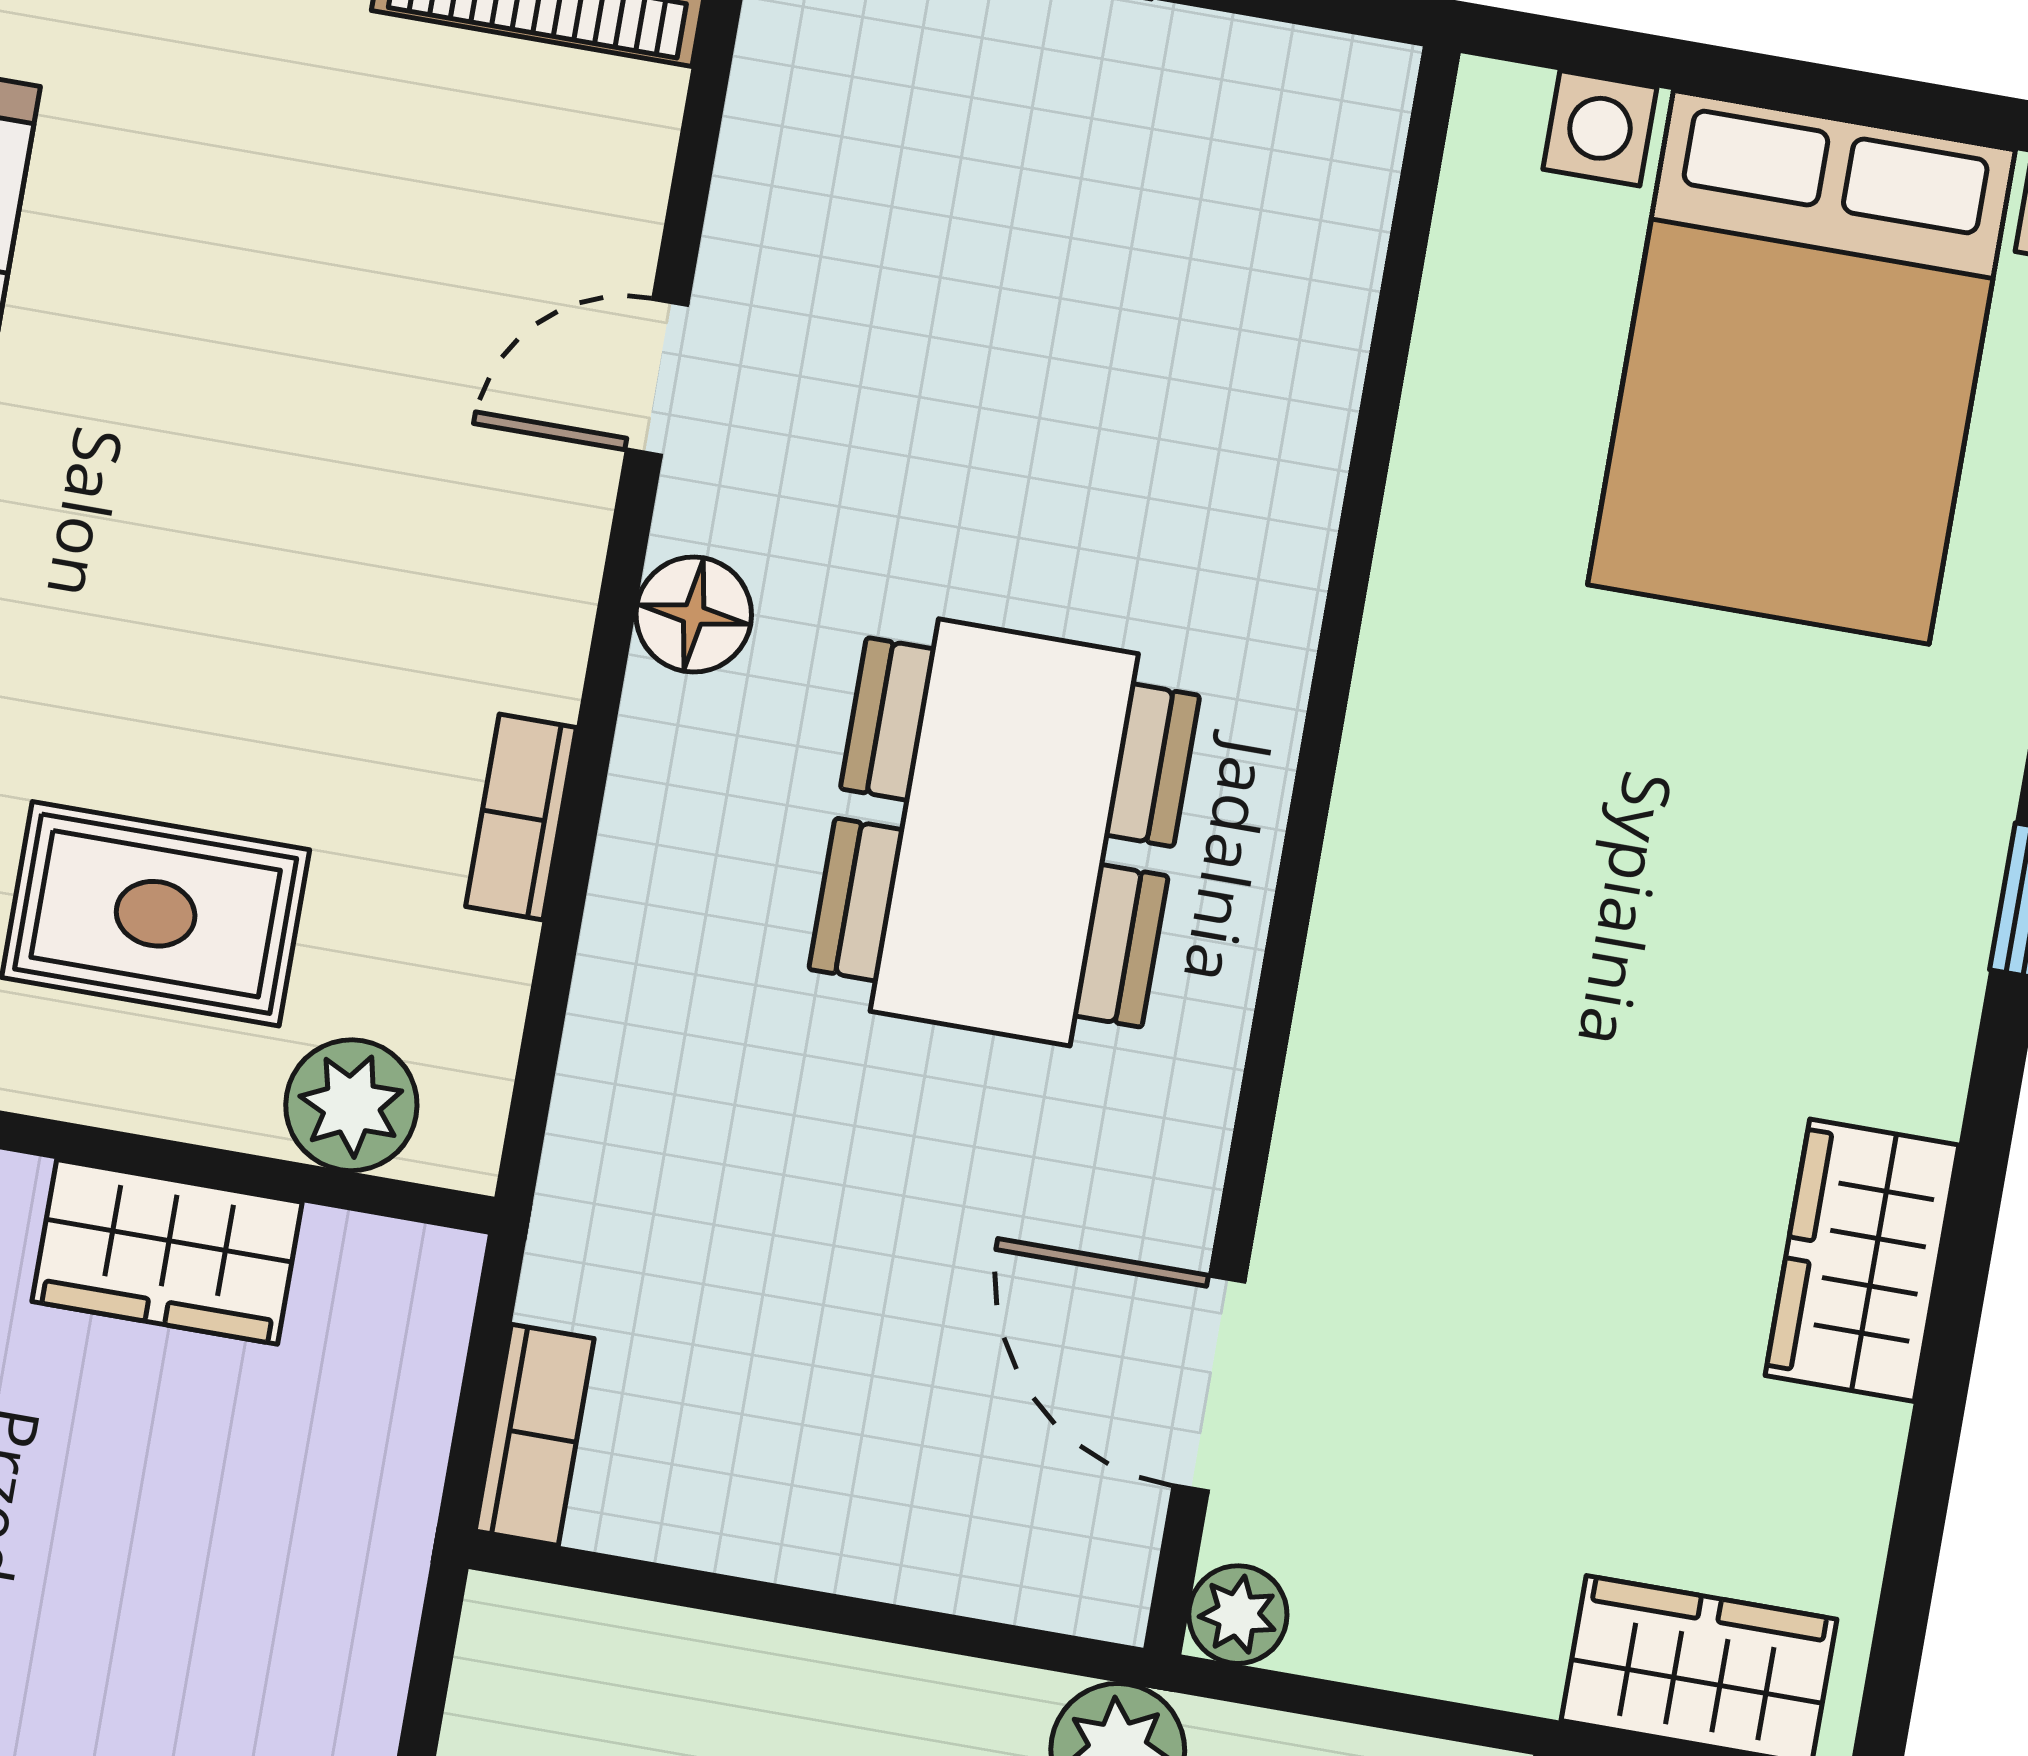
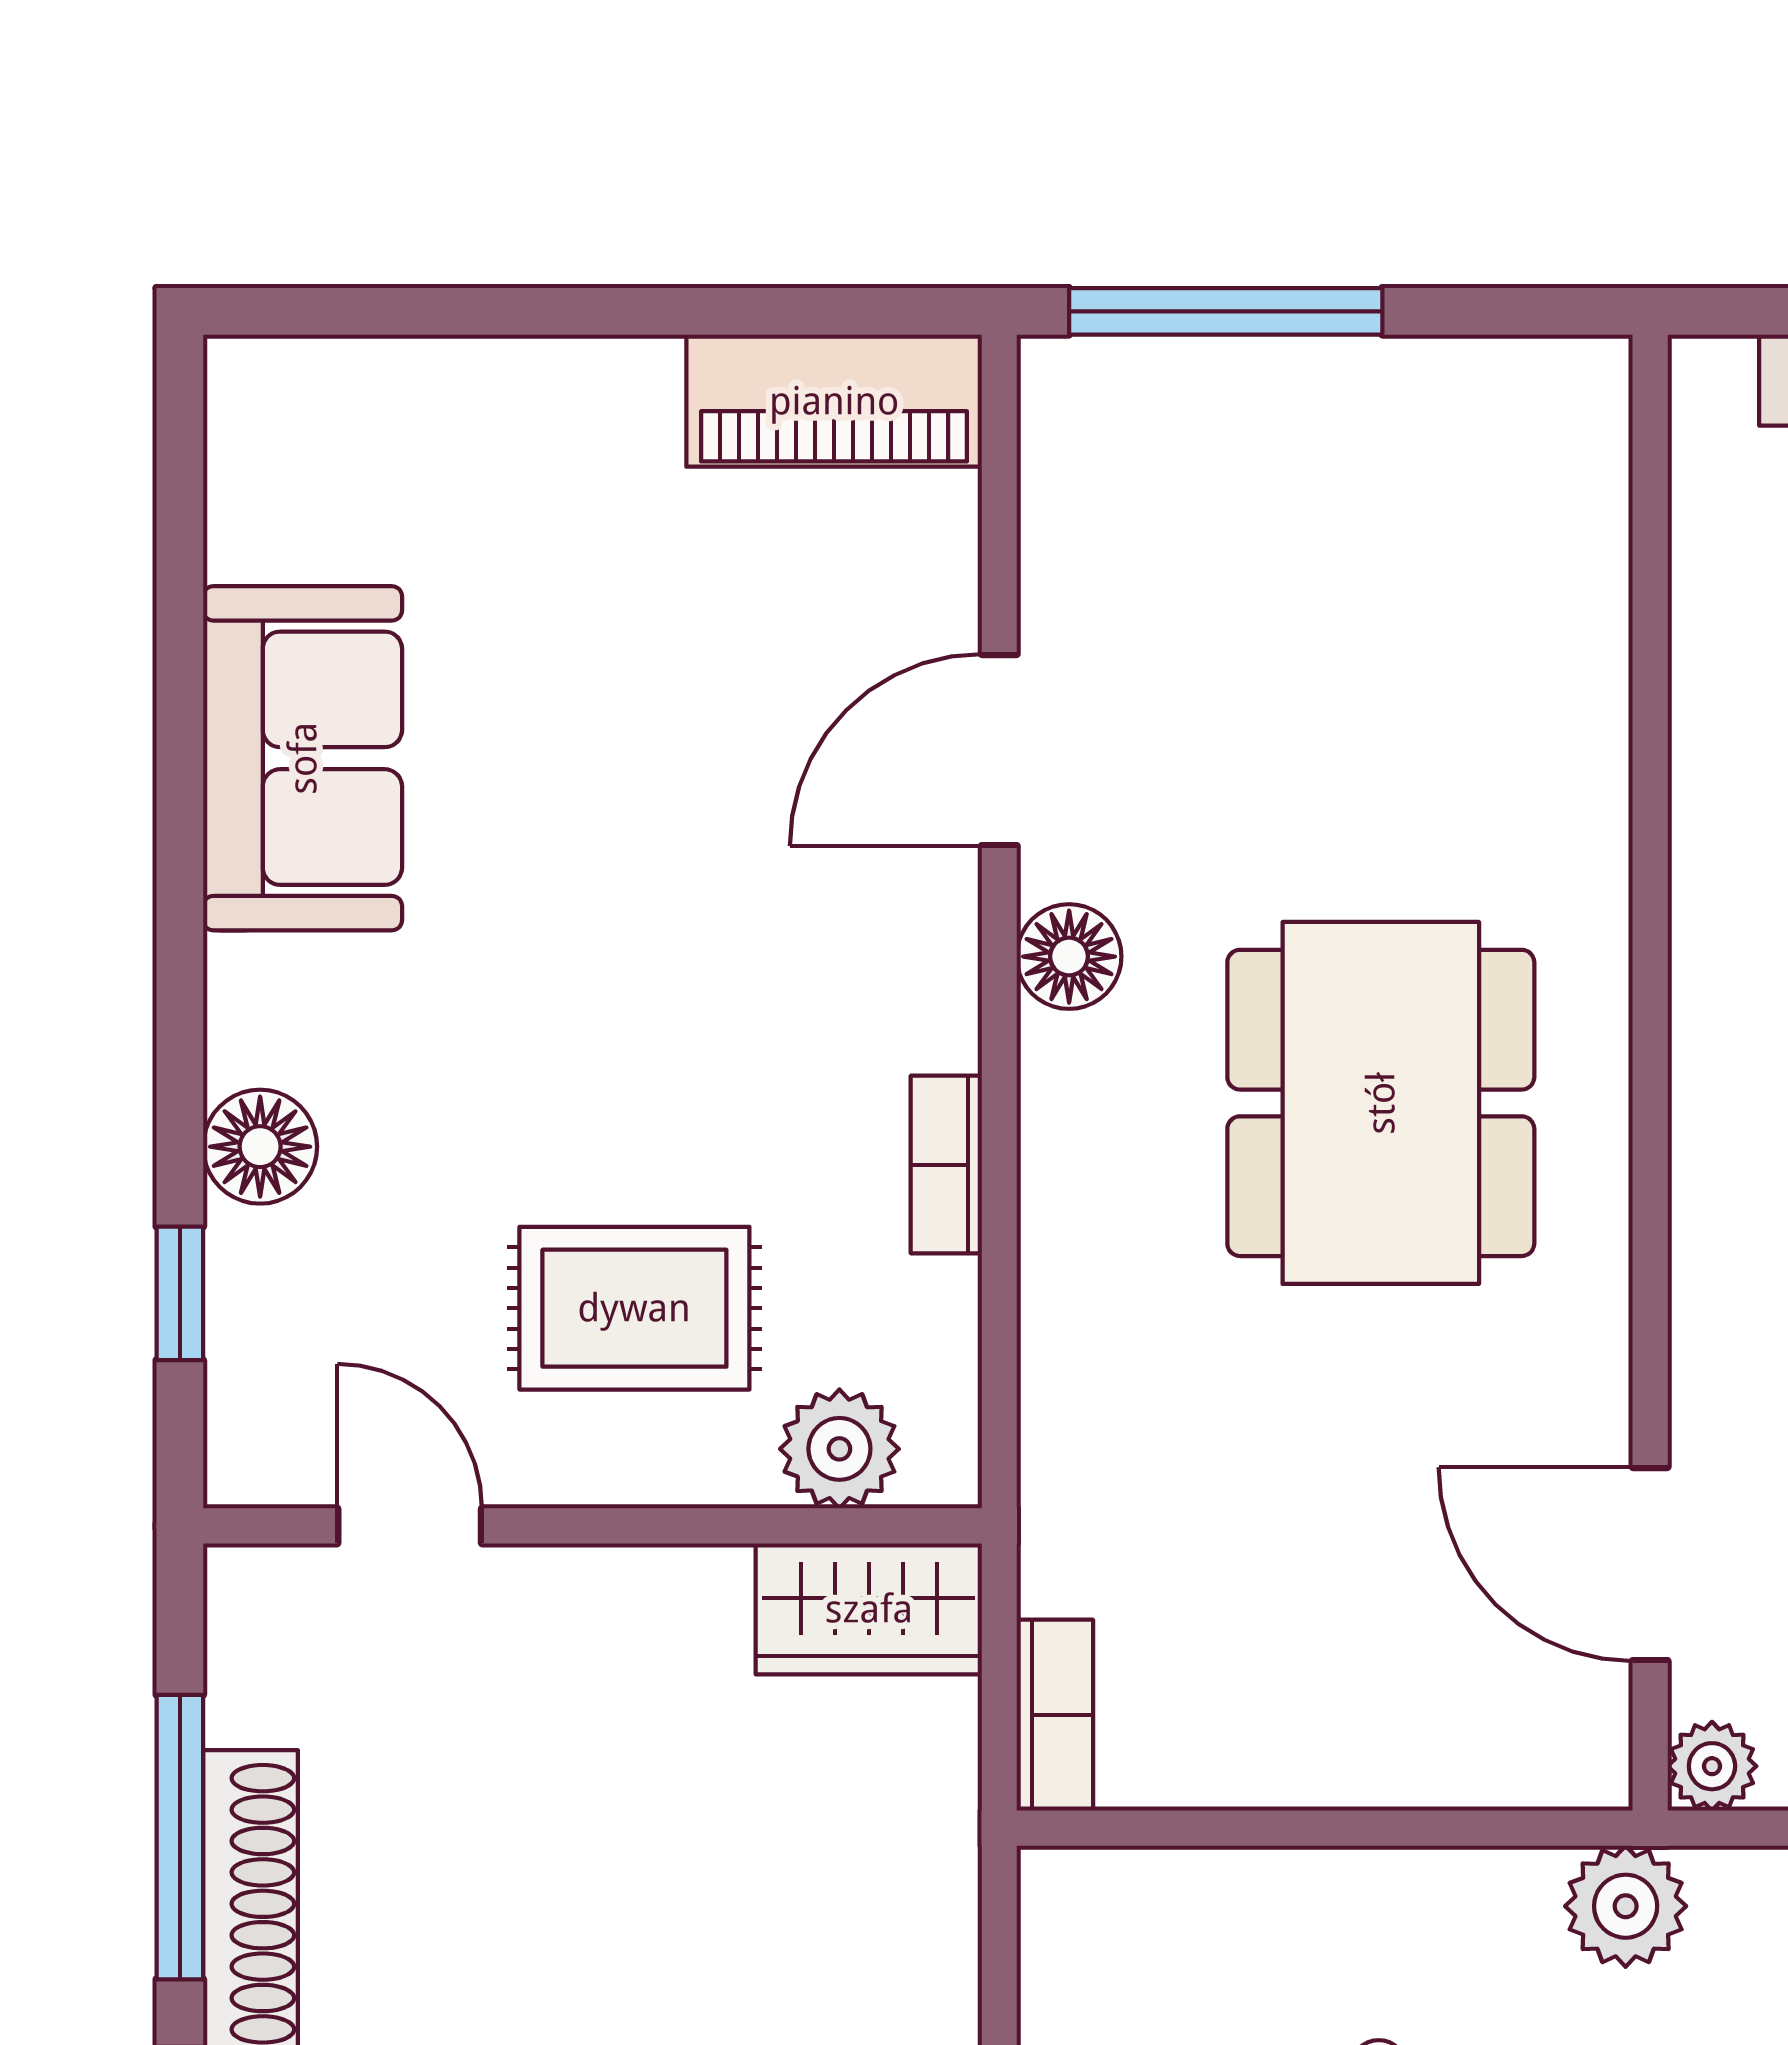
door: (657, 377) -> (999, 750), width x1.38
wardrobe: (167, 1252) -> (869, 1609), moved

